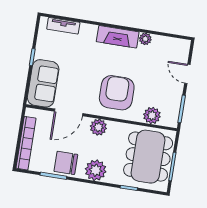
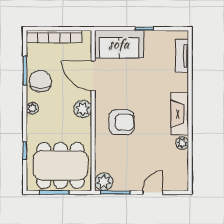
armchair: (117, 93) -> (121, 122), width x0.73, depth x0.73
plant: (152, 116) -> (104, 182), moved
plant: (96, 170) -> (32, 108), width x0.53, depth x0.53

